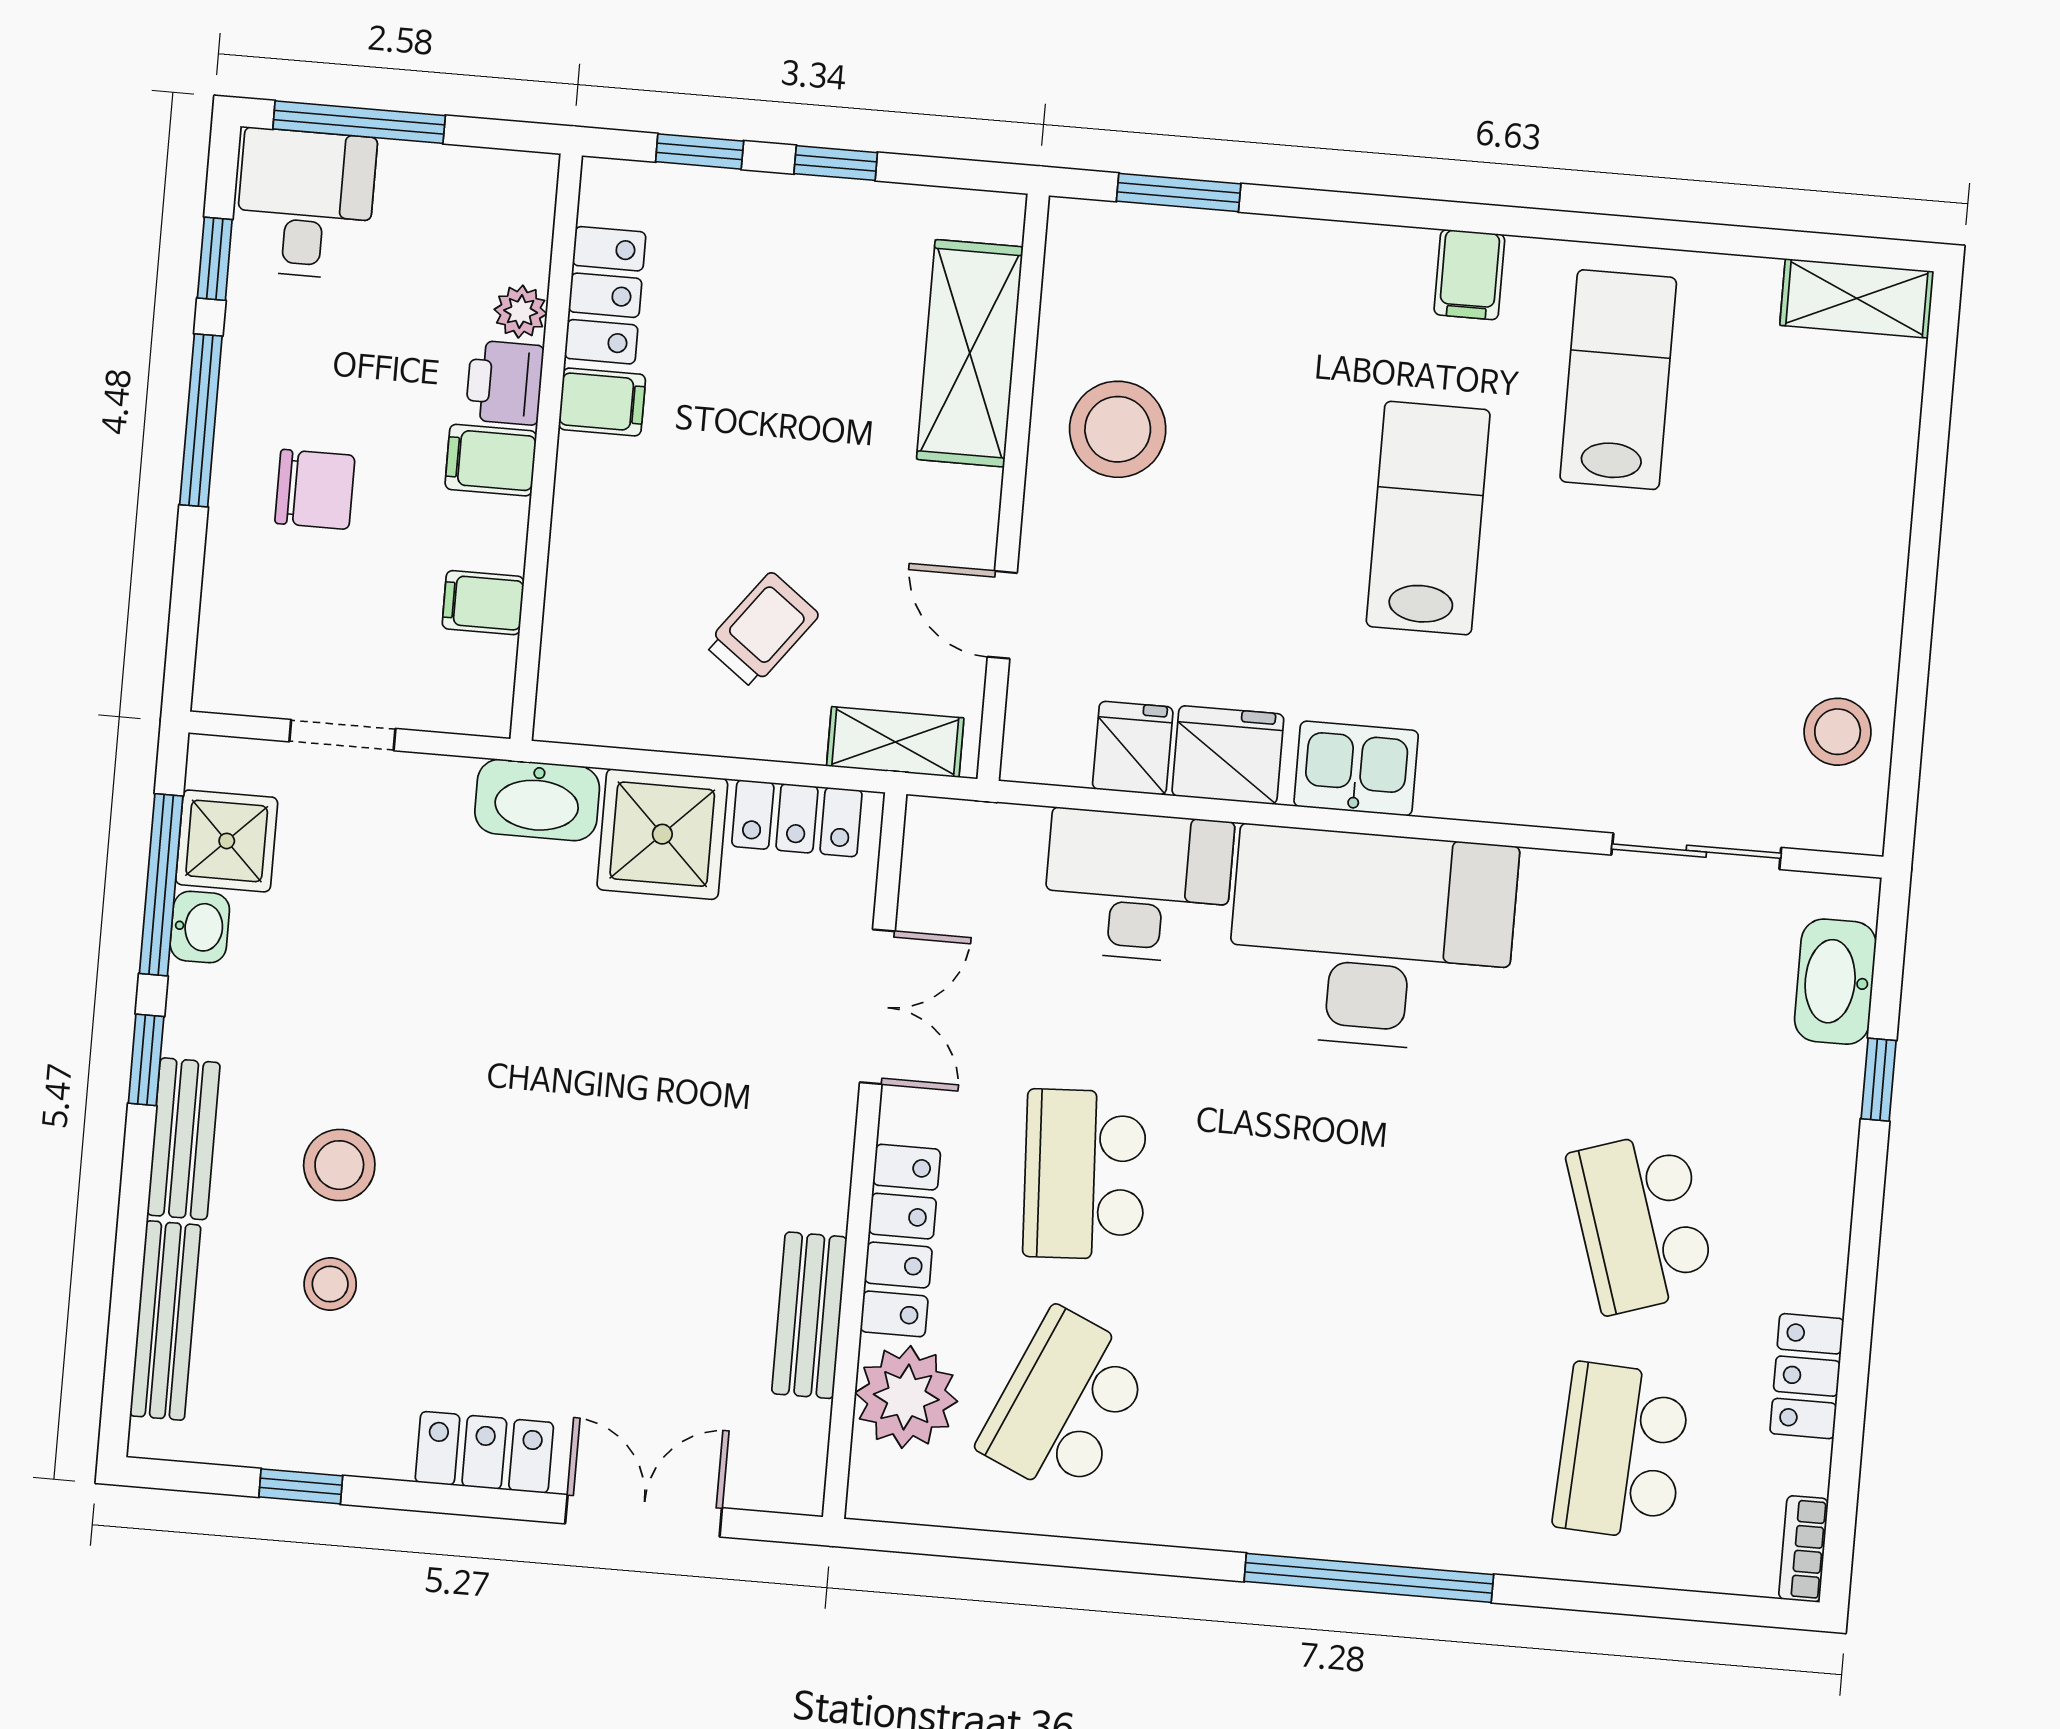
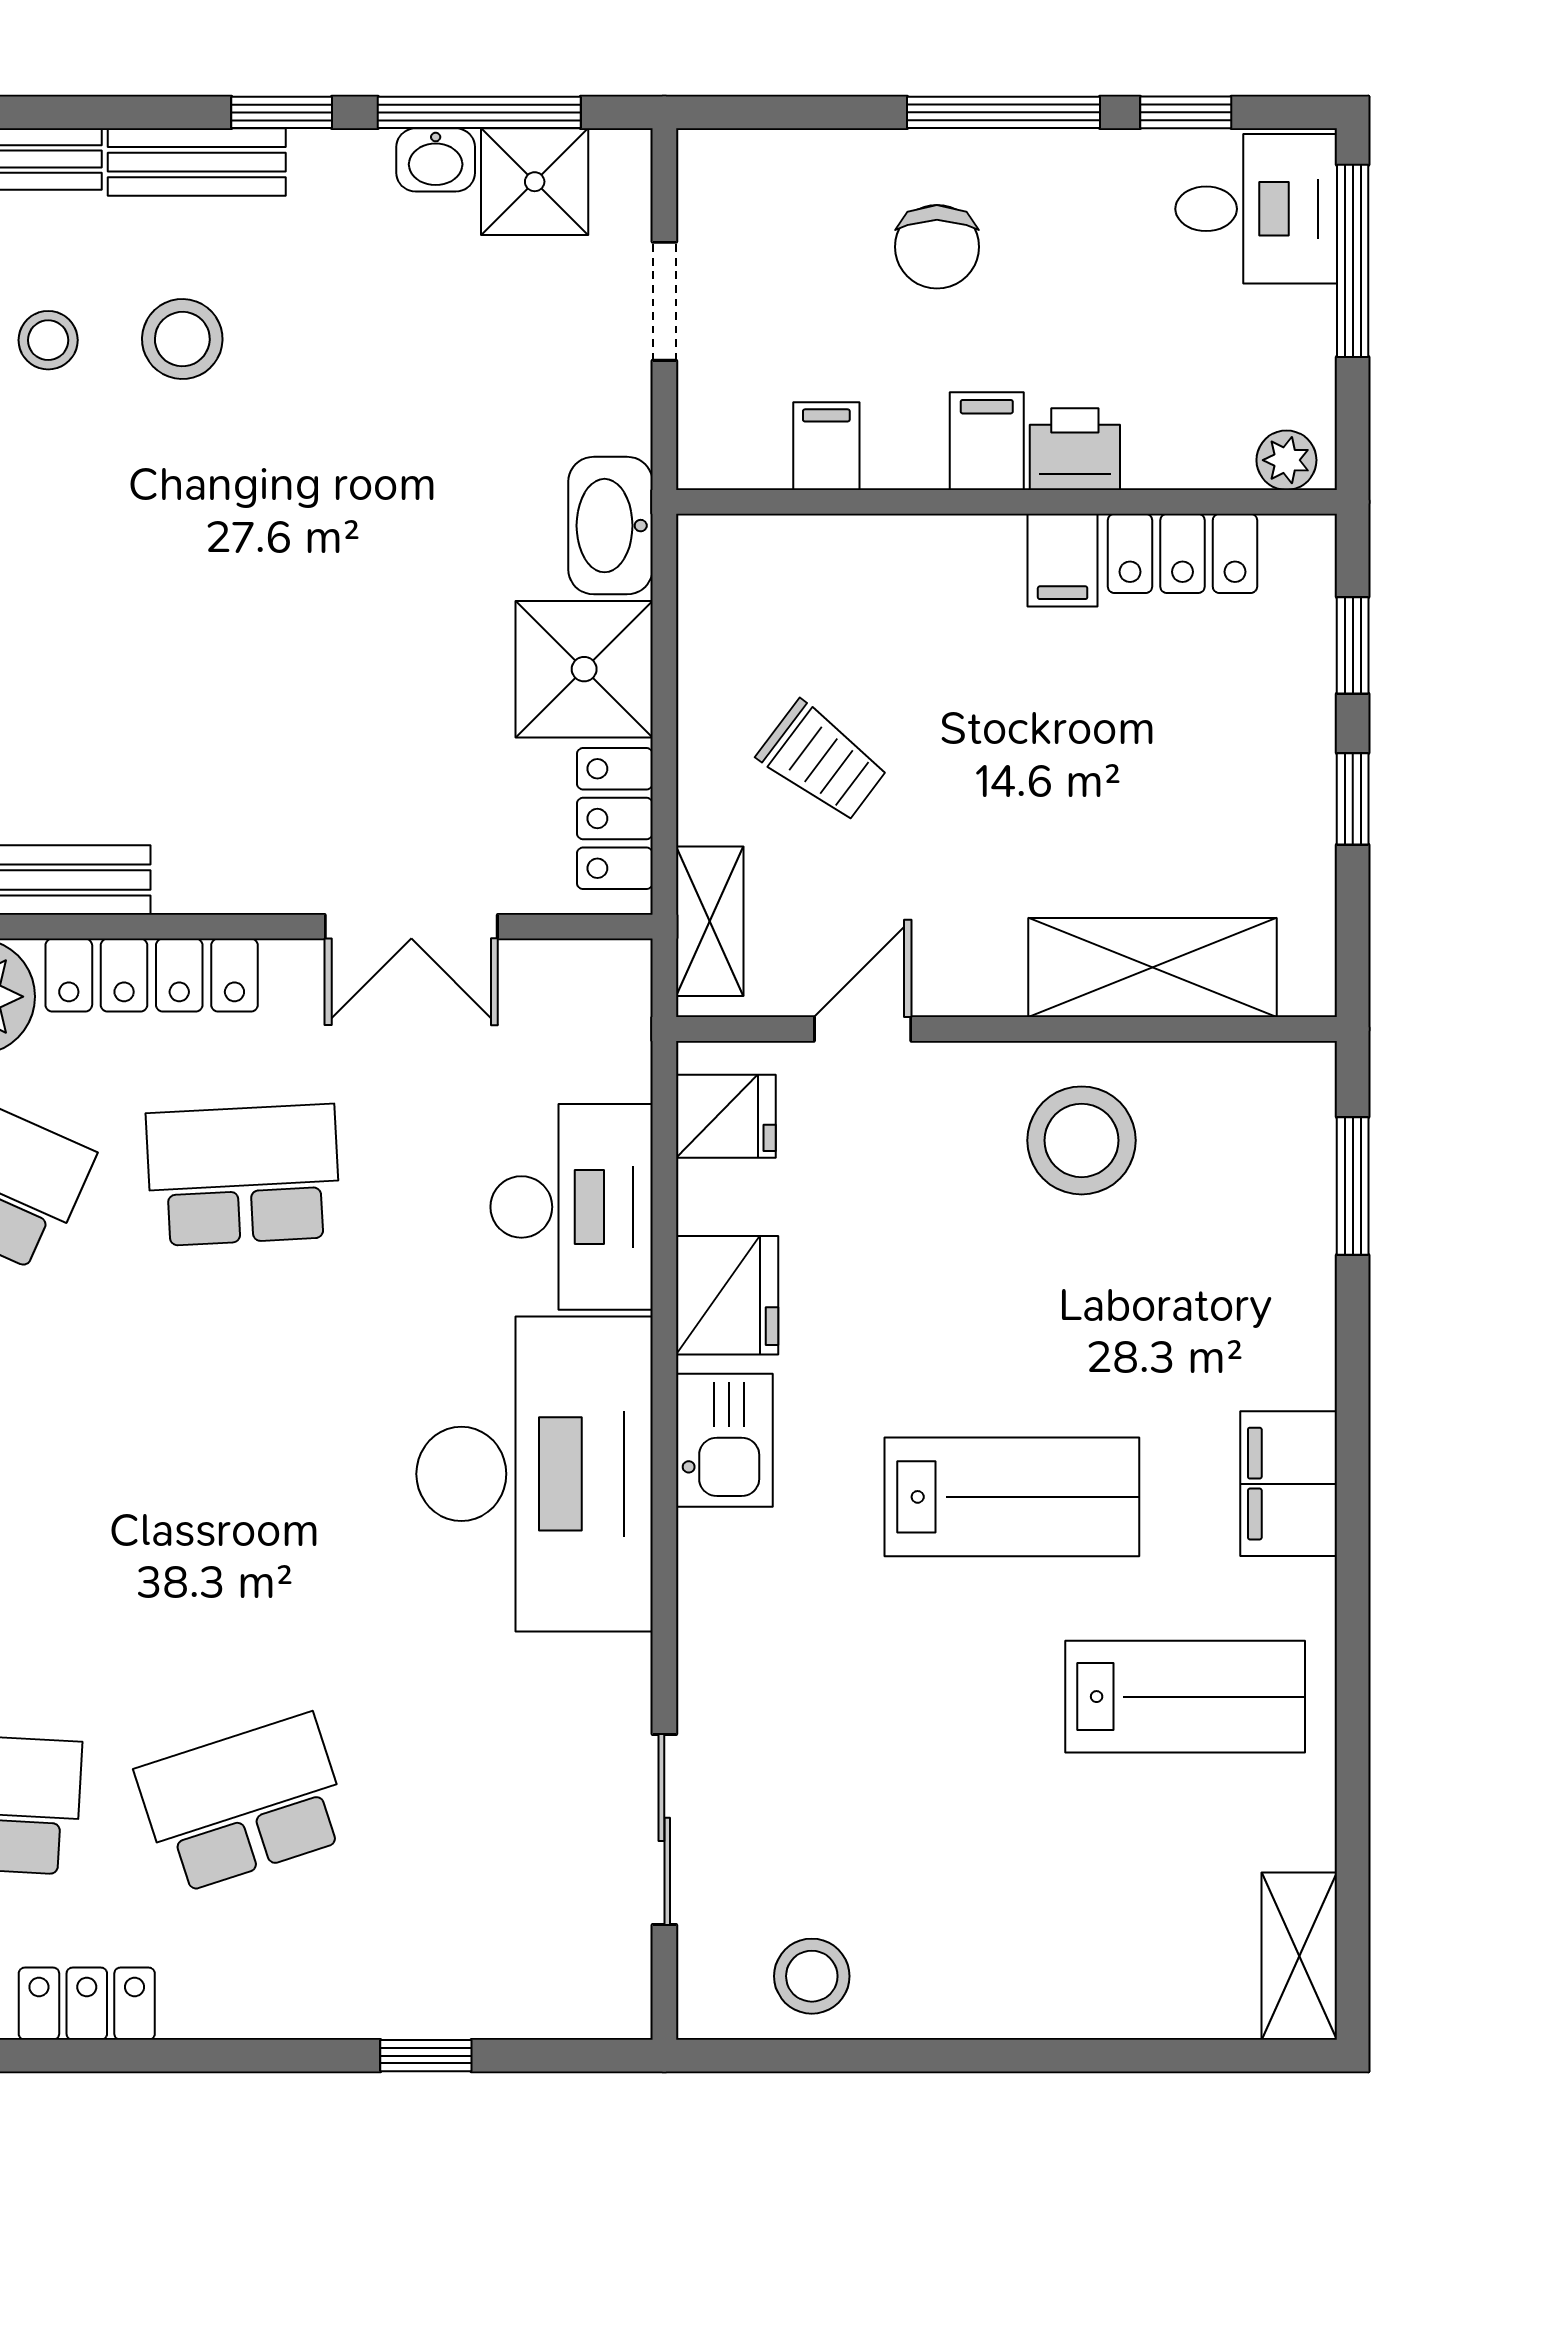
filing cabinet: (1469, 275) -> (1289, 1484), width x2.00
plant: (521, 312) -> (1286, 460), moved
fridge: (1133, 748) -> (726, 1116), moved
washbasin: (1835, 982) -> (532, 1998), removed

